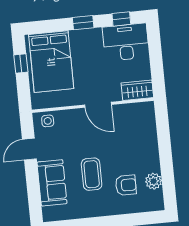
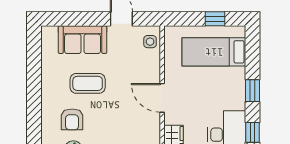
bed: (51, 62) -> (214, 52), width x0.67
door: (98, 105) -> (162, 98), hinge flipped

